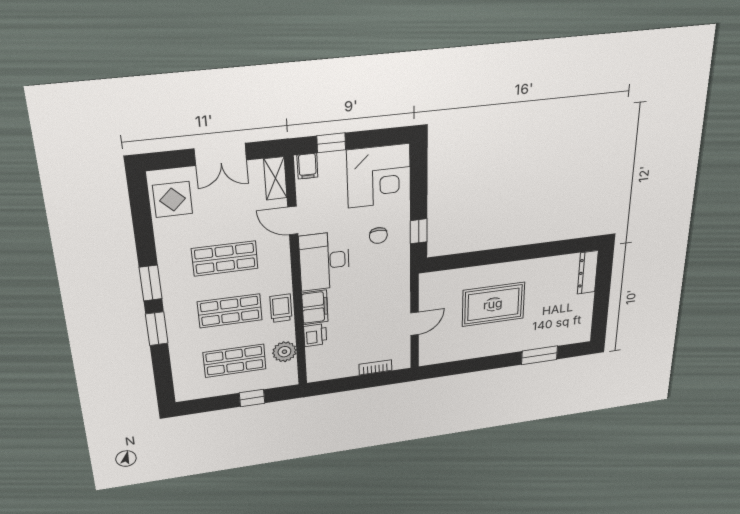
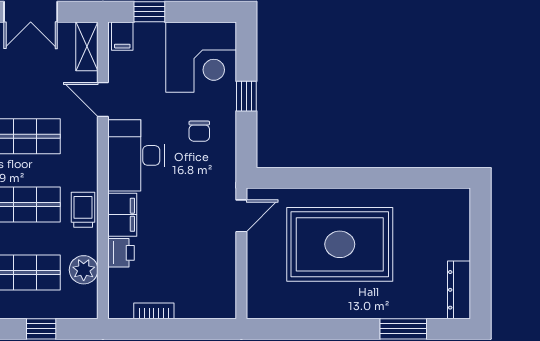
window: (419, 231) -> (246, 96), moved
dresser: (588, 272) -> (459, 290), moved
rug: (493, 304) -> (340, 244), width x1.37, depth x1.44
door: (415, 324) -> (241, 216), moved
bookcase: (375, 367) -> (154, 311), moved

